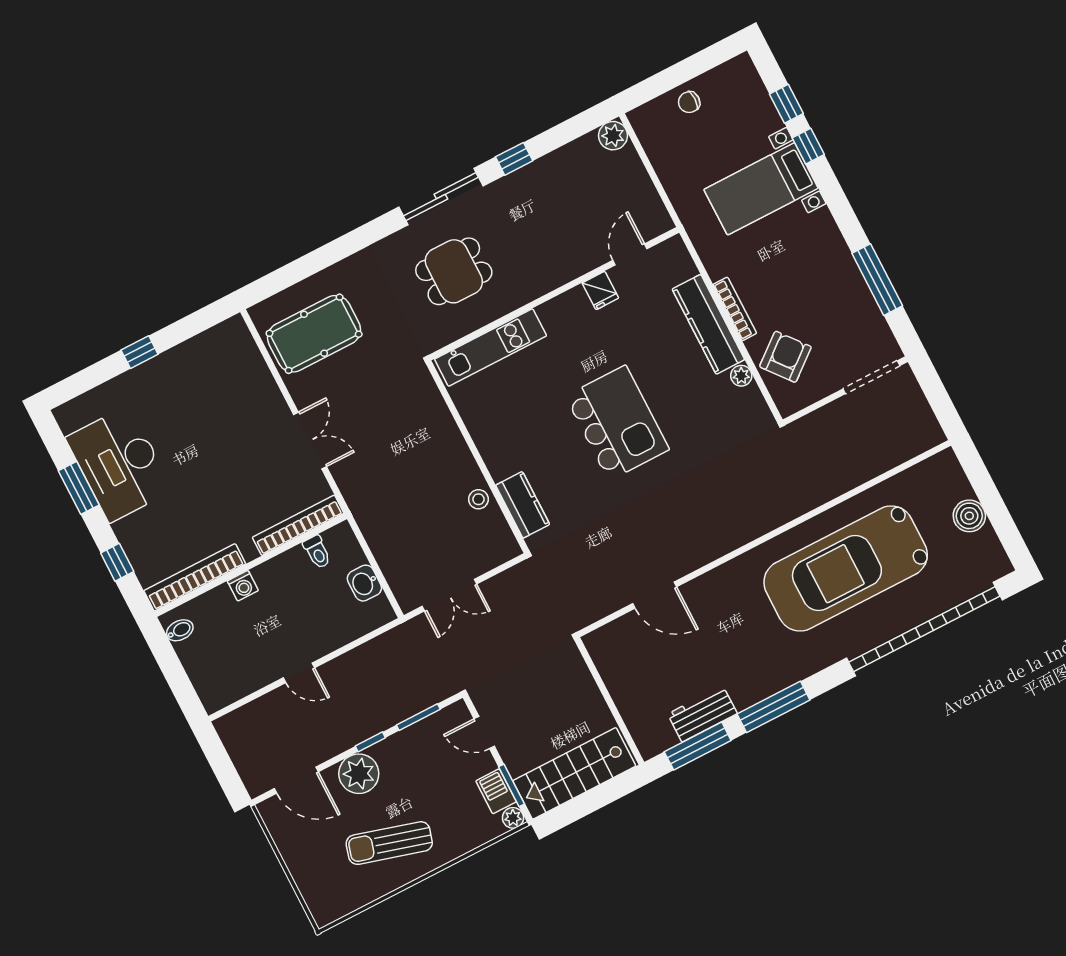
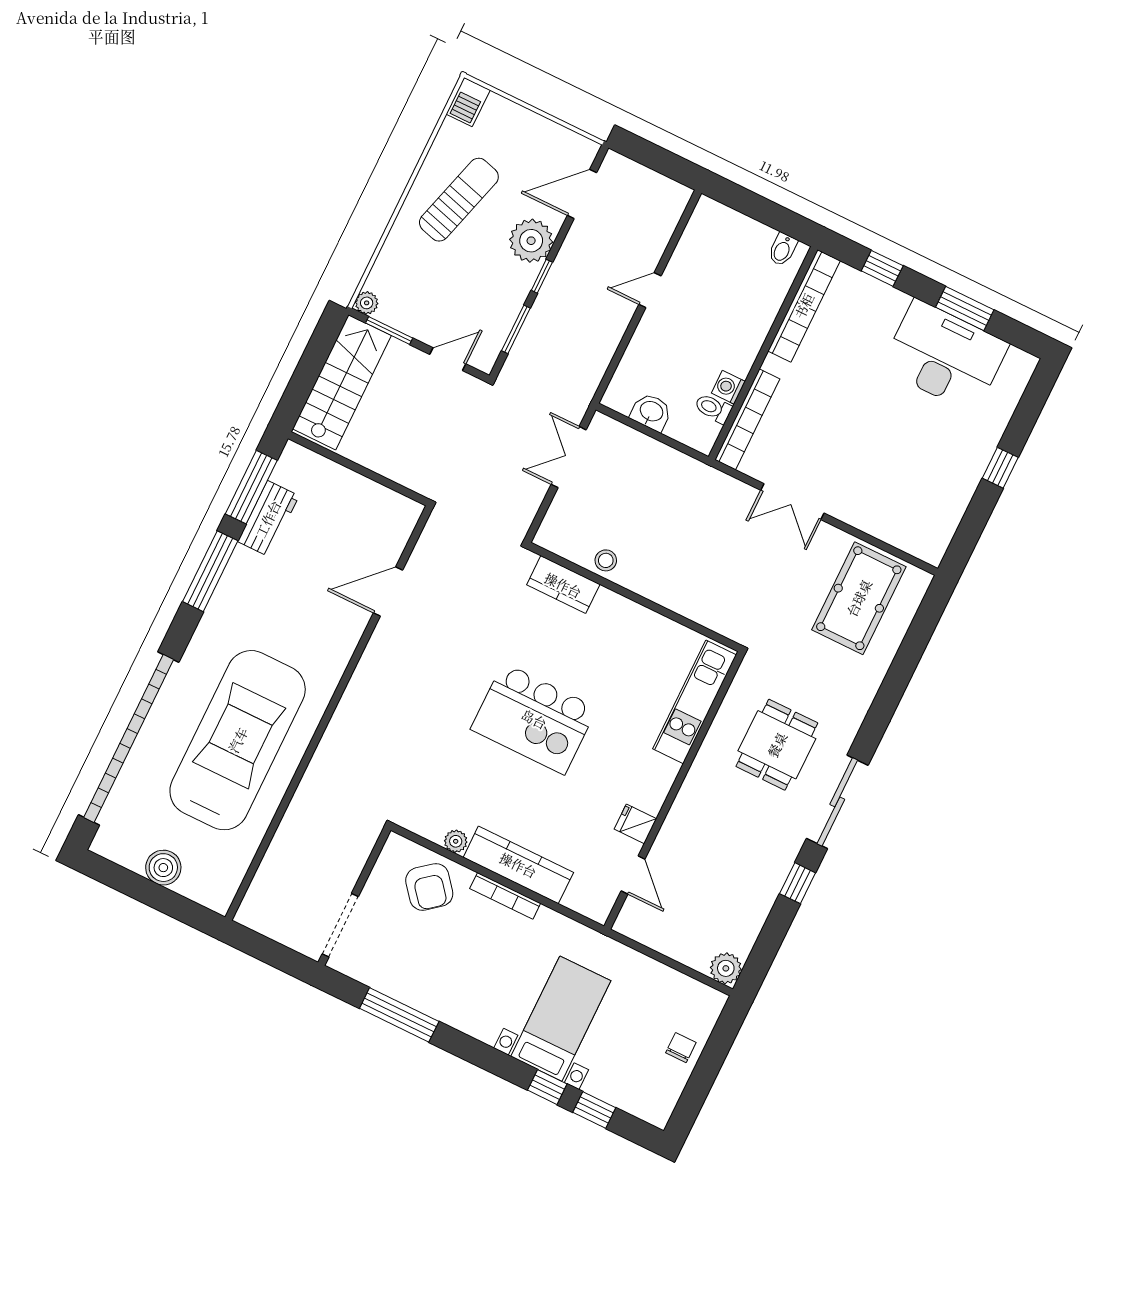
washing machine: (243, 586) -> (728, 387), moved
barbecue: (496, 791) -> (468, 102), moved, turned 90

